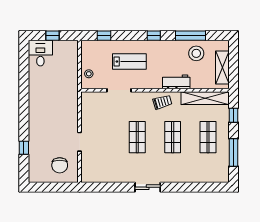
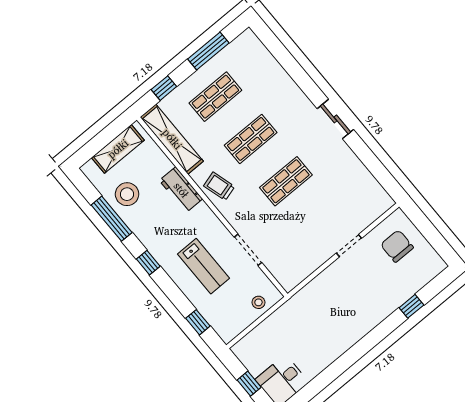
lab bench: (129, 62) -> (203, 266), turned 180
chair: (60, 165) -> (397, 246), turned -90

